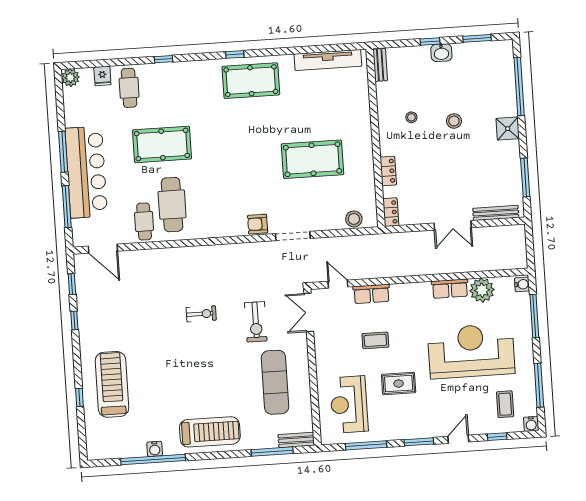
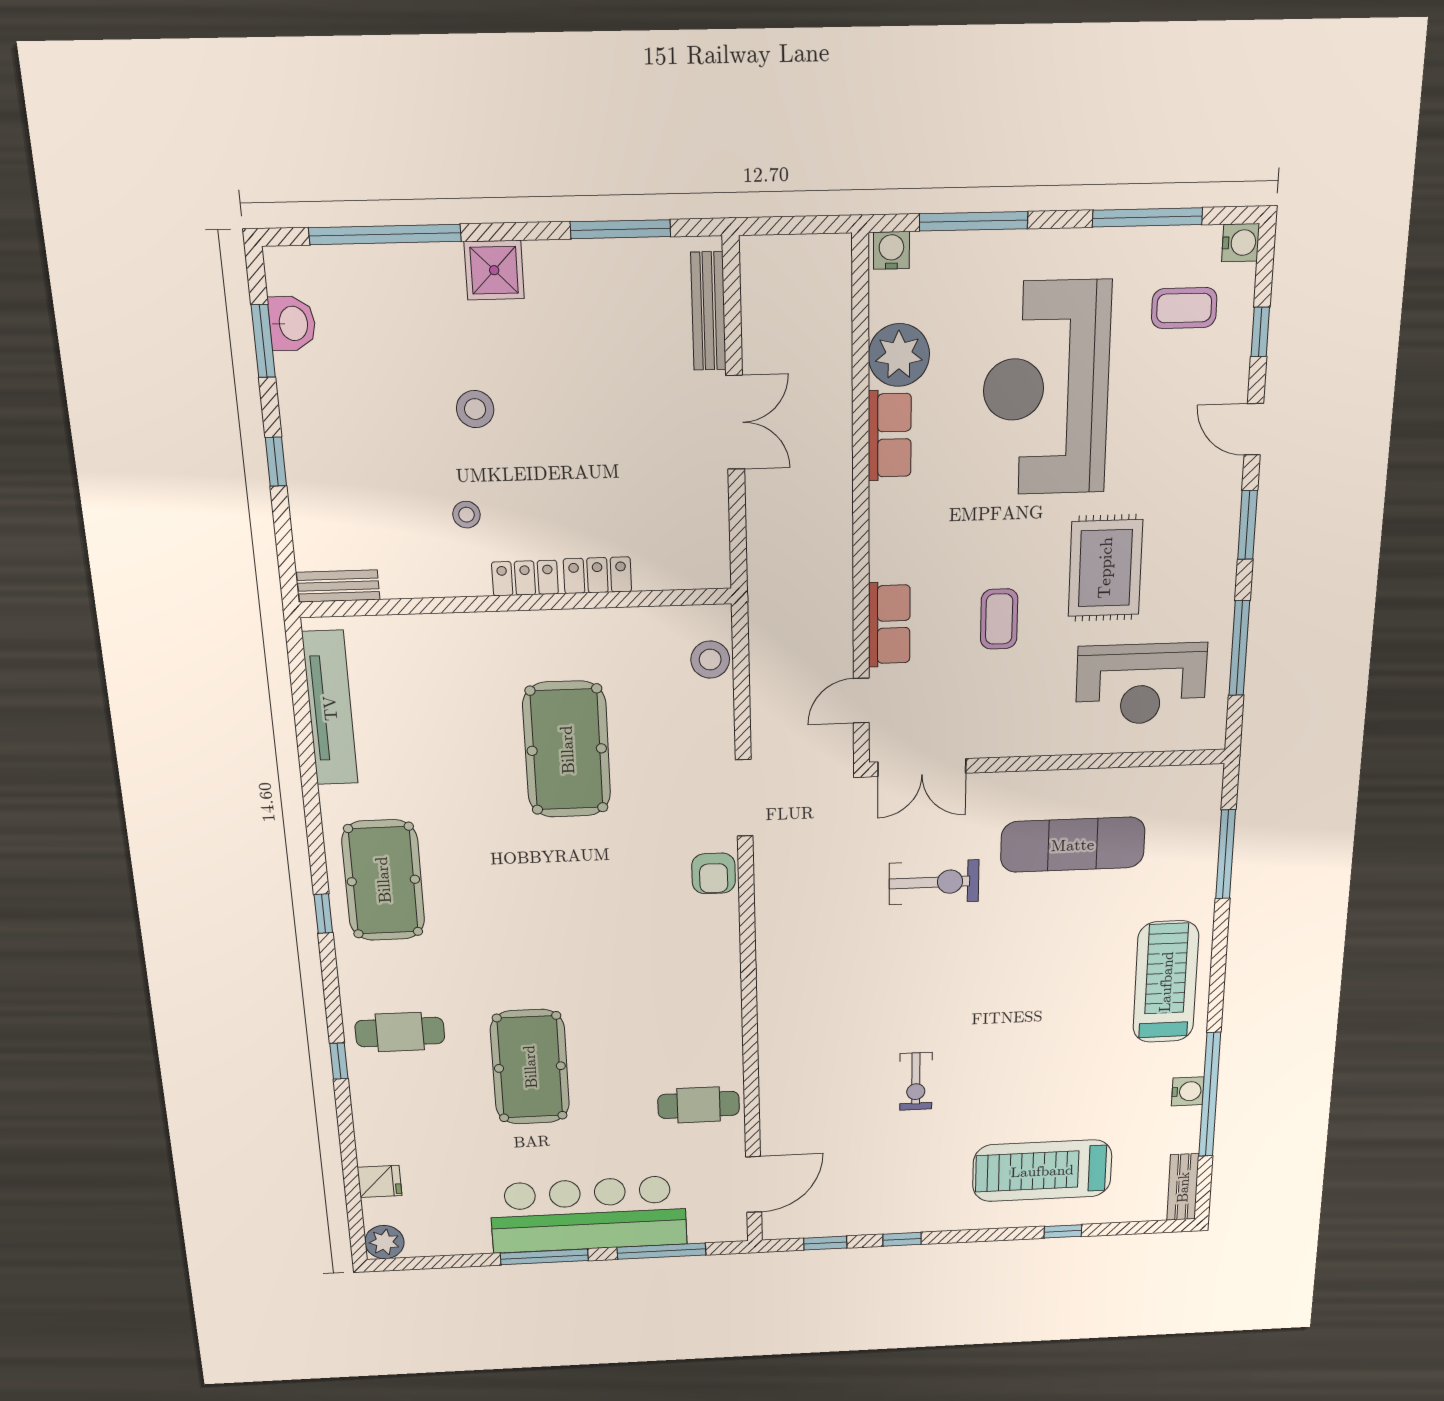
washbasin: (441, 53) -> (292, 323), moved
cafe table: (129, 88) -> (400, 1032), moved
cafe table: (172, 205) -> (663, 1049), removed
locker: (391, 212) -> (525, 578), moved
exercise bike: (201, 314) -> (916, 1081), moved, turned 180
rug: (399, 384) -> (1105, 568), width x1.36, depth x1.43
bench: (296, 440) -> (1183, 1187), moved

